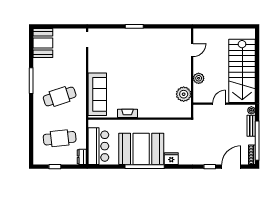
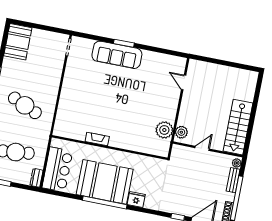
door: (192, 50) -> (184, 82), swing flipped
stairs: (242, 71) -> (238, 127), width x0.73, depth x0.66
plant: (199, 78) -> (181, 132), moved
sofa: (97, 94) -> (117, 55), moved, turned 90
cafe table: (60, 97) -> (25, 105), turned 42

